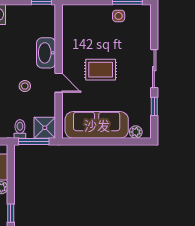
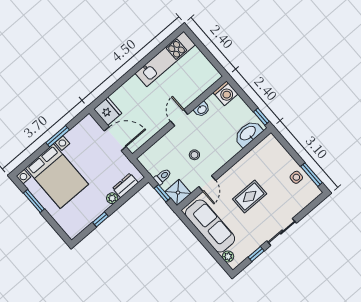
washbasin: (46, 53) -> (248, 133), moved
rug: (101, 70) -> (250, 196), turned 90
door: (59, 83) -> (207, 184), moved
window: (34, 141) -> (162, 193), width x0.67

